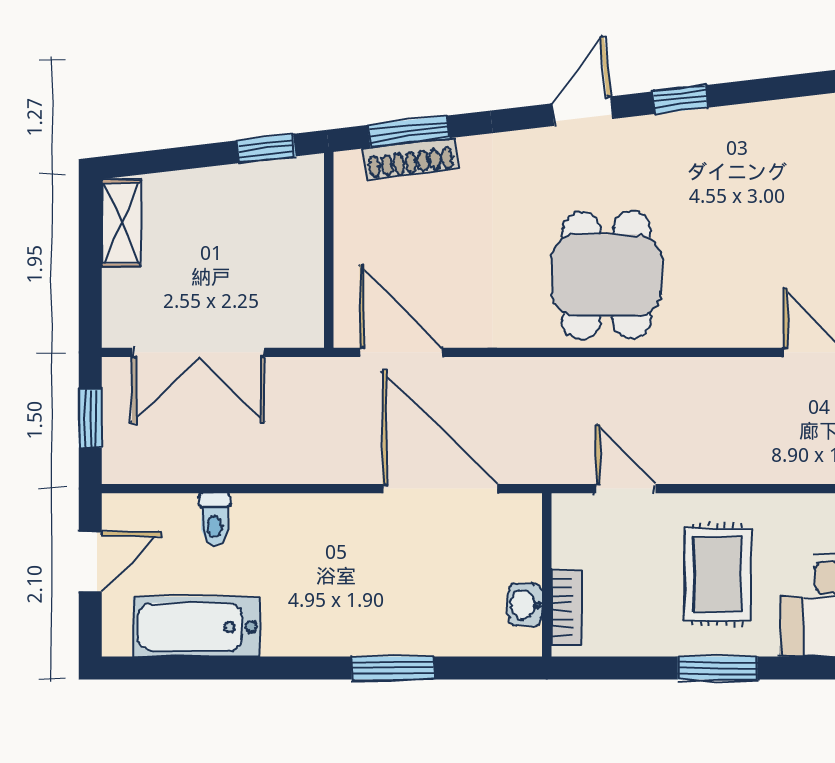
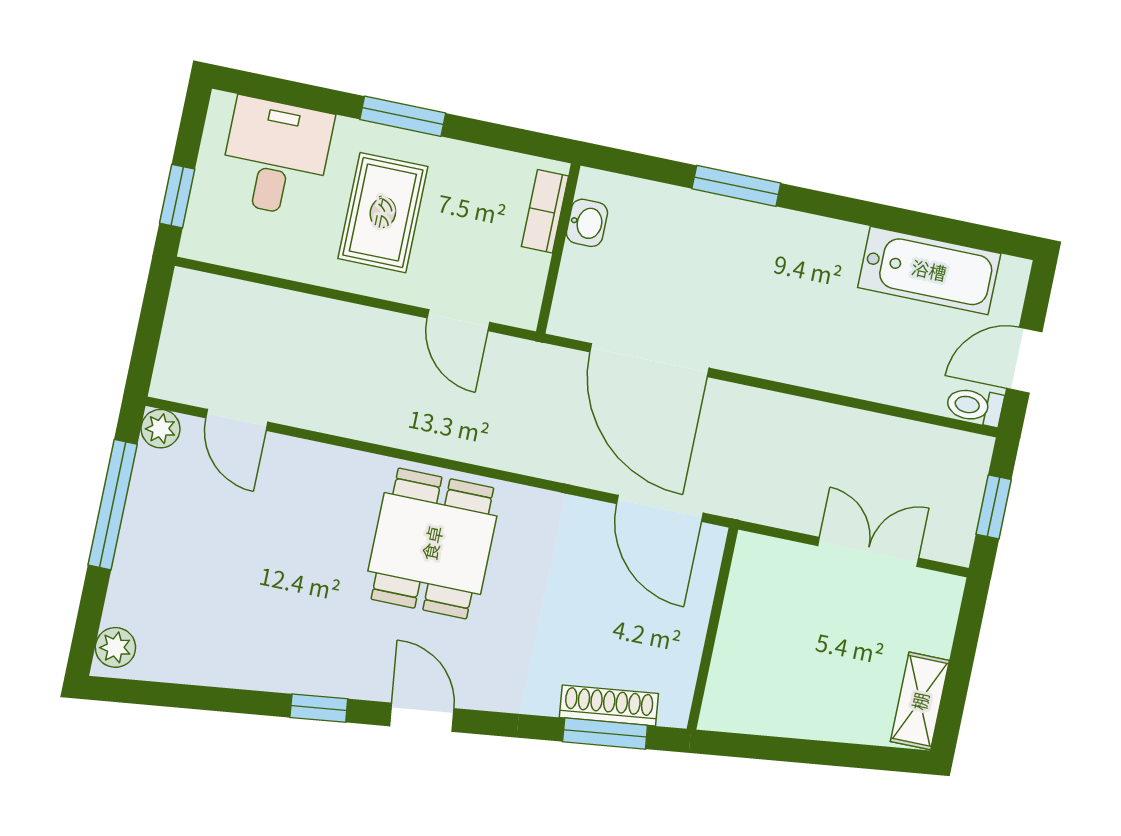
door: (583, 111) -> (422, 717), swing flipped
window: (266, 148) -> (755, 747), removed
double door: (198, 352) -> (868, 552), width x0.73
toilet: (215, 519) -> (975, 406), moved, turned -90

